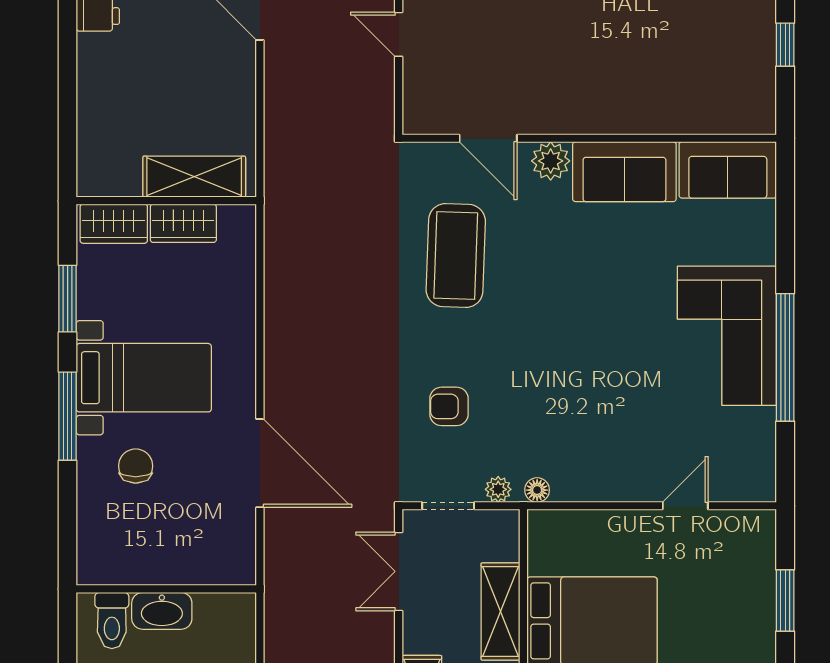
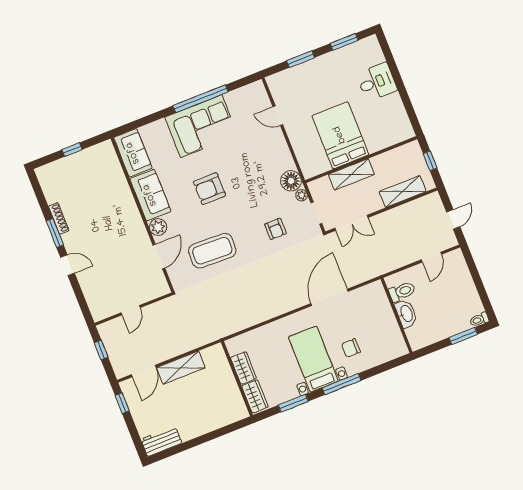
shelving: (194, 177) -> (181, 368), moved, turned 90
armchair: (589, 301) -> (210, 189), added
floor lamp: (537, 490) -> (291, 181), width x1.89, depth x1.89
toilet: (112, 621) -> (402, 292), moved

